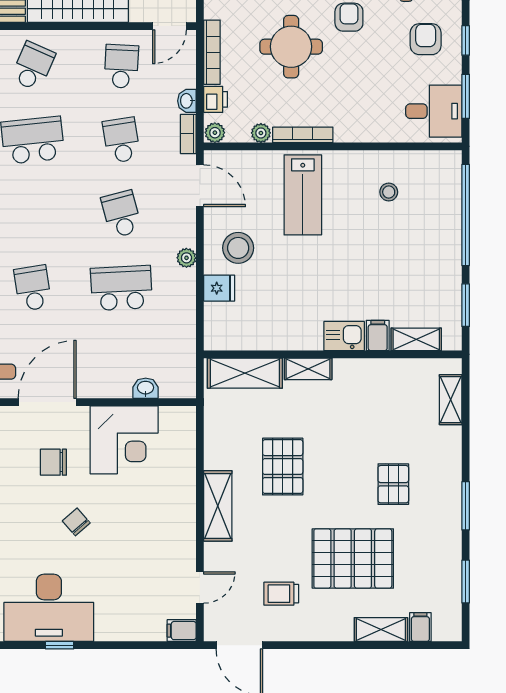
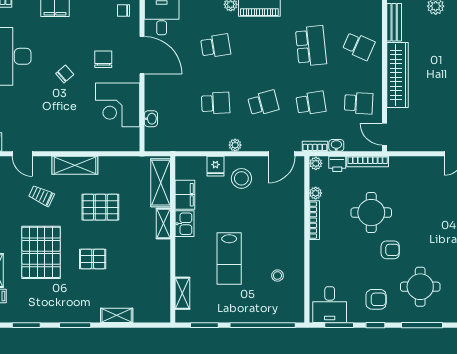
lab bench: (303, 195) -> (229, 258), moved, turned -90
school desk: (121, 288) -> (216, 103), width x0.54
kitchen sink: (344, 336) -> (185, 224), moved
filing cabinet: (378, 336) -> (185, 195), moved, width x2.00
shelving: (451, 400) -> (117, 315), moved
pallet: (393, 484) -> (93, 259), moved
trolley: (281, 594) -> (41, 196), moved, turned -65

